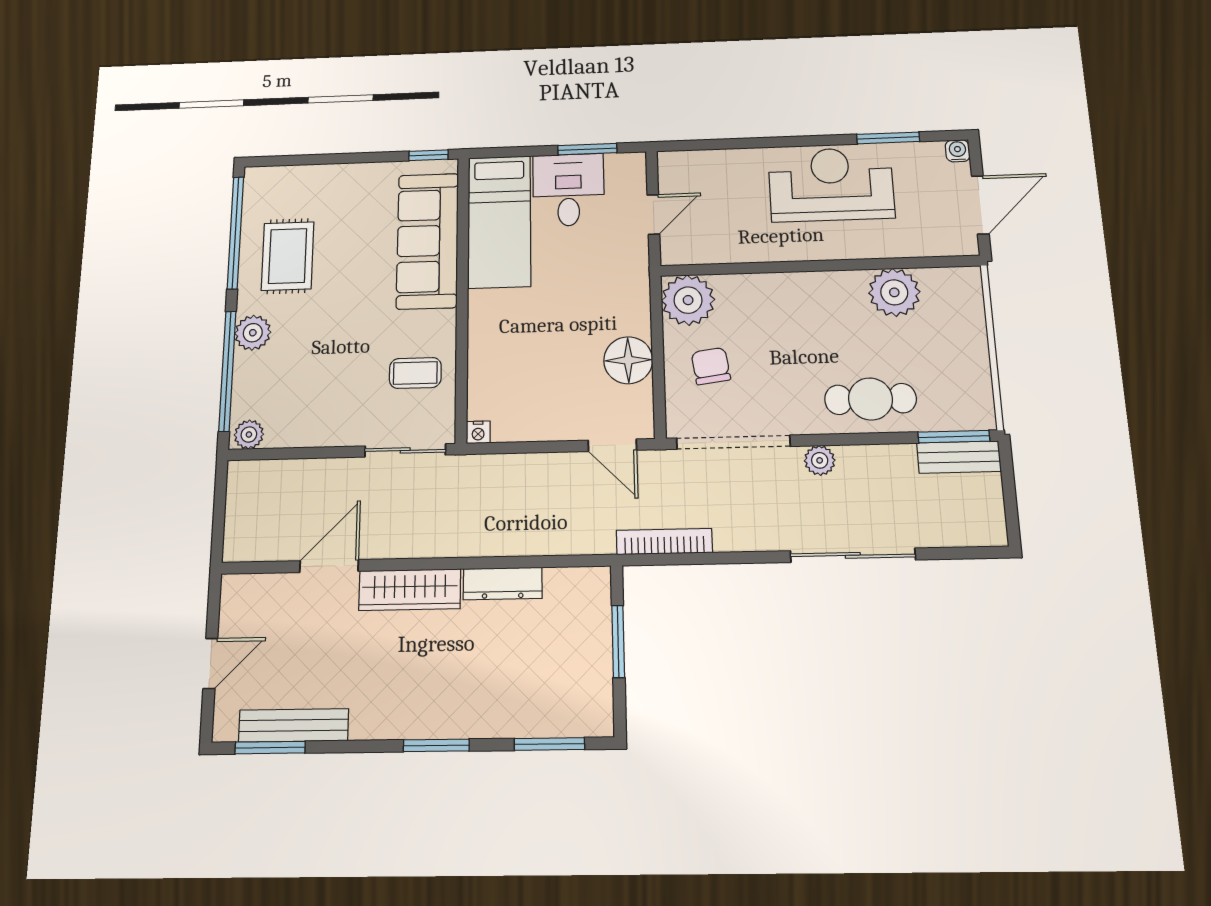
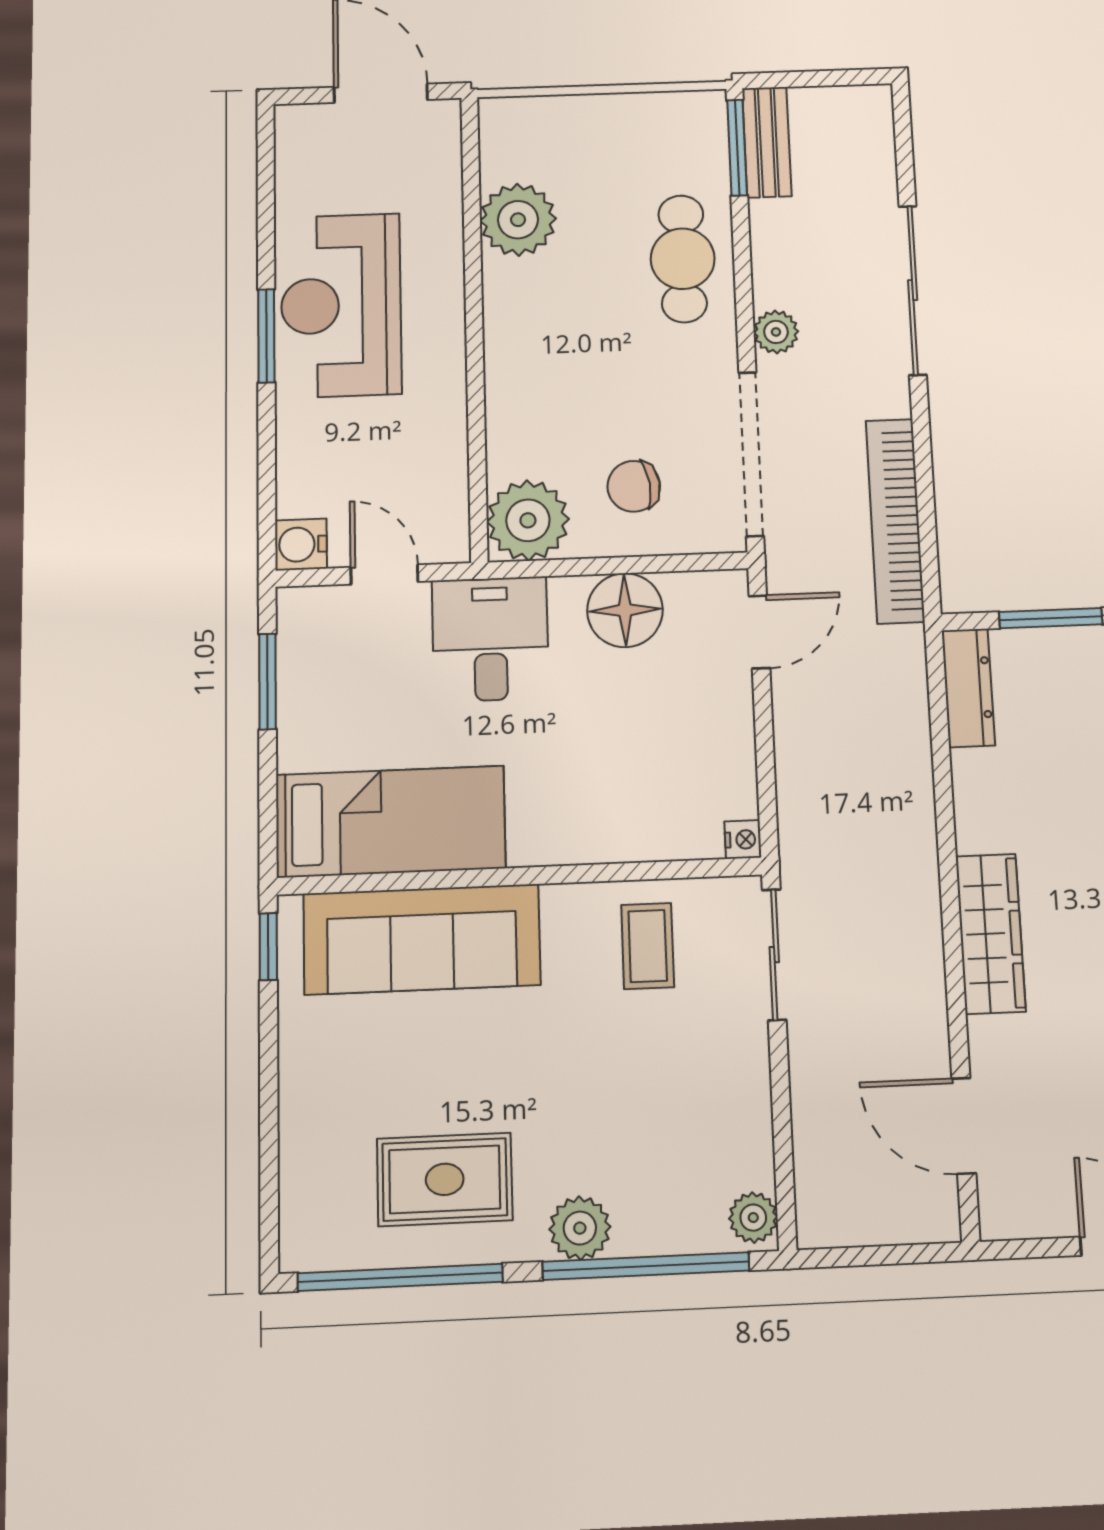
window: (888, 138) -> (266, 336), moved
water cooler: (958, 151) -> (301, 544), moved, width x1.38, depth x1.38
desk: (568, 190) -> (490, 639), moved, turned 90
bookcase: (664, 541) -> (895, 521), width x1.48, depth x1.31
door: (329, 566) -> (964, 1126), moved
dresser: (503, 584) -> (968, 688), moved

